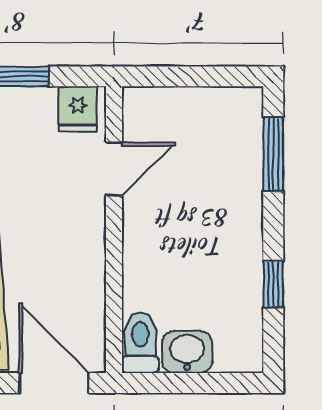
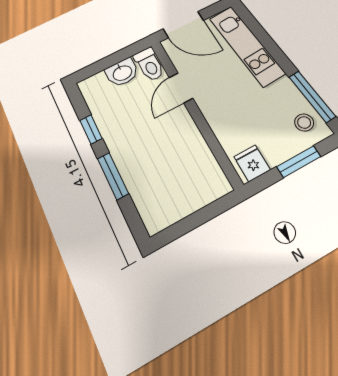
window: (273, 154) -> (113, 176), moved
door: (114, 169) -> (181, 88), moved

